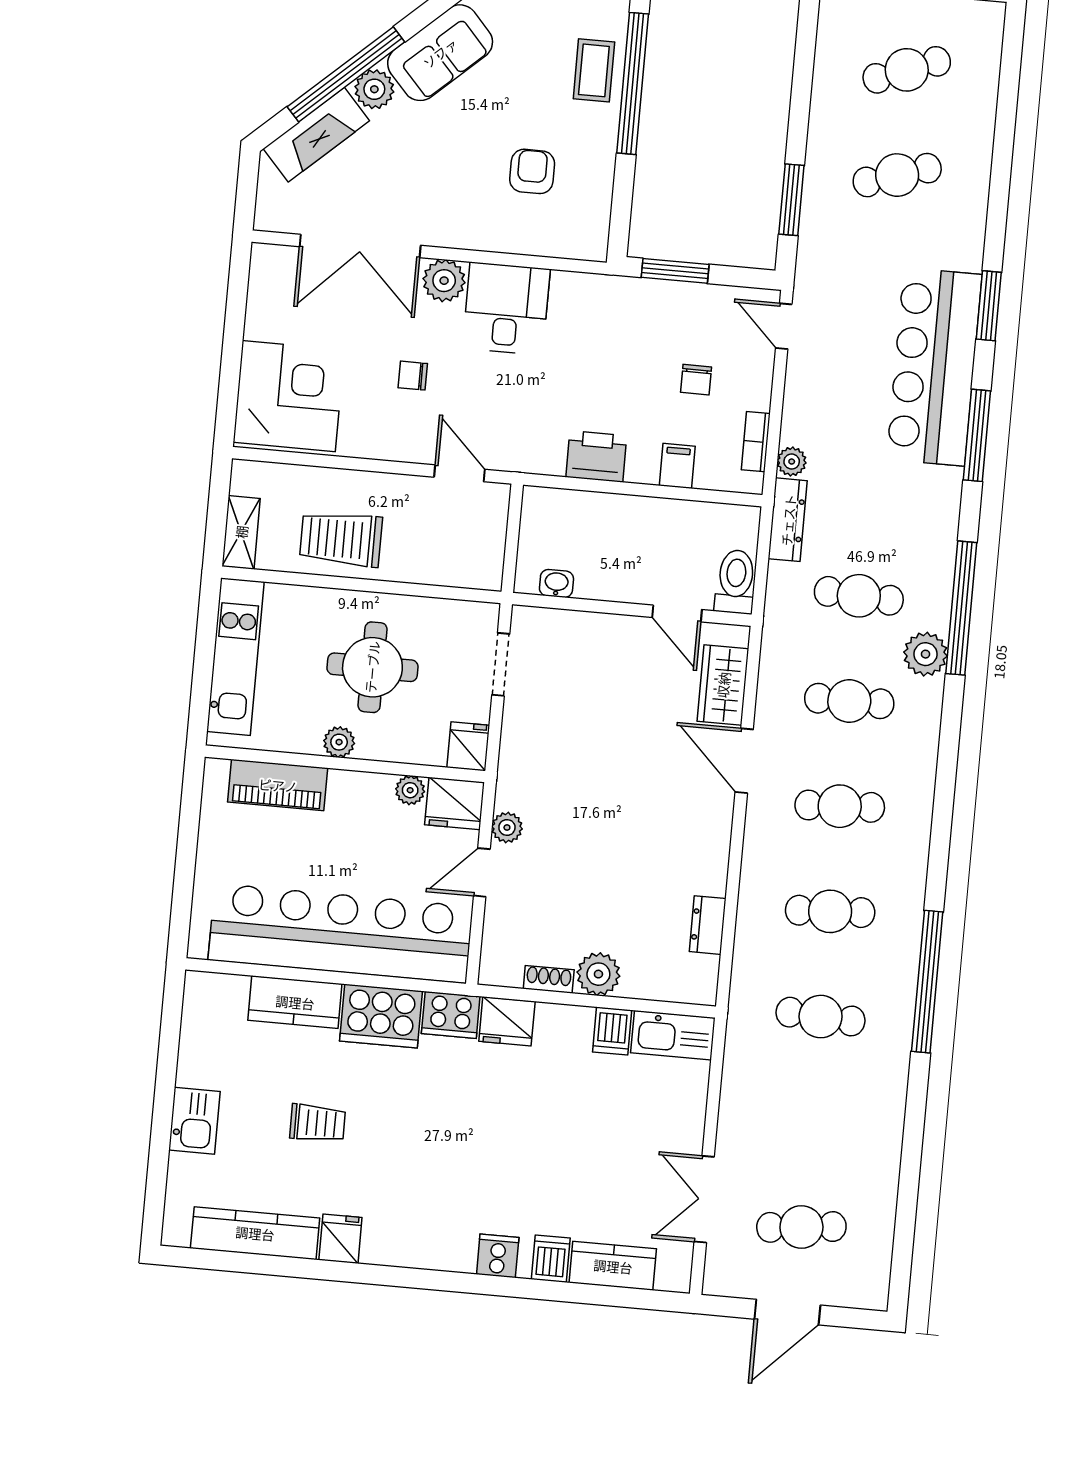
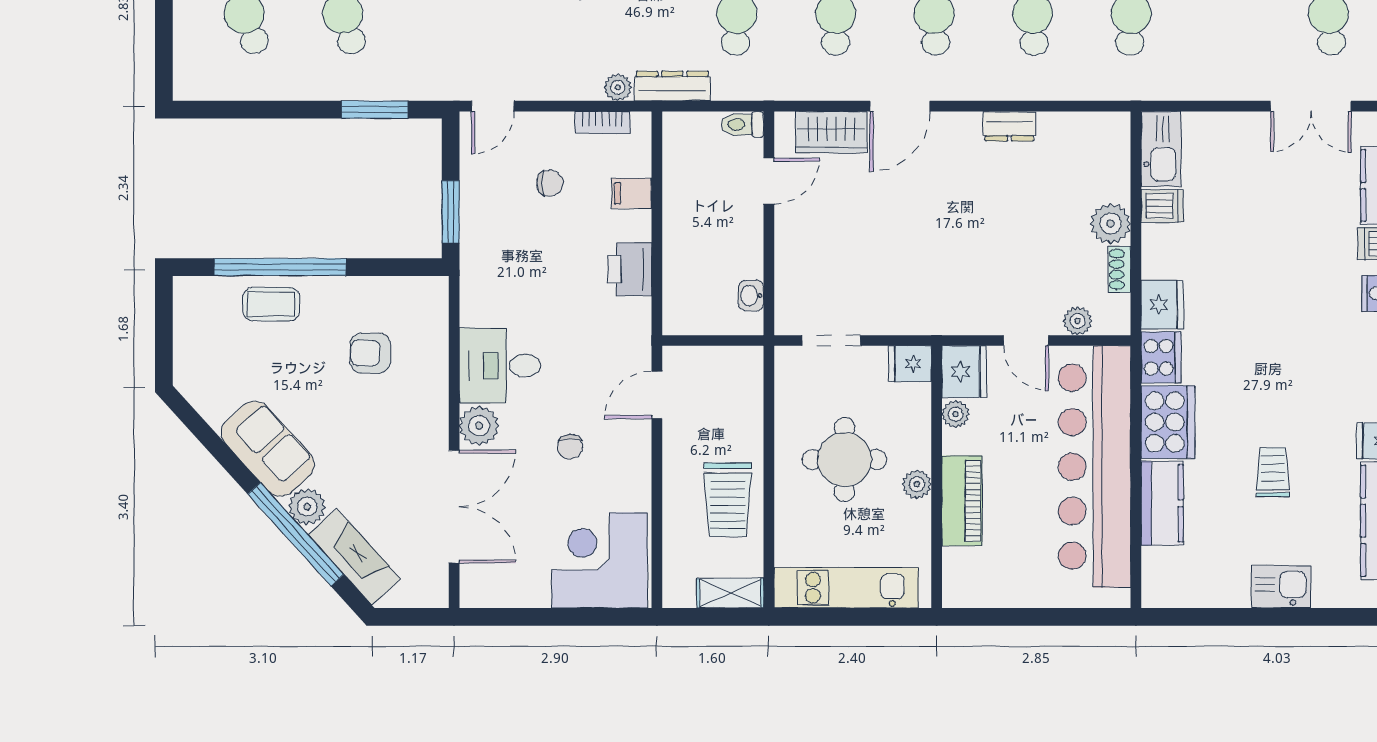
toilet: (736, 582) -> (742, 124), width x0.73, depth x0.72
piano: (278, 785) -> (962, 501), moved
plant: (507, 827) -> (1078, 321), moved
dresser: (708, 925) -> (1009, 126), moved

